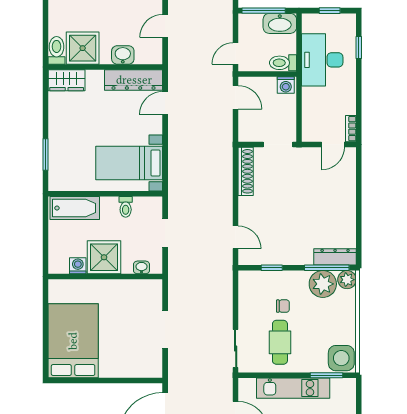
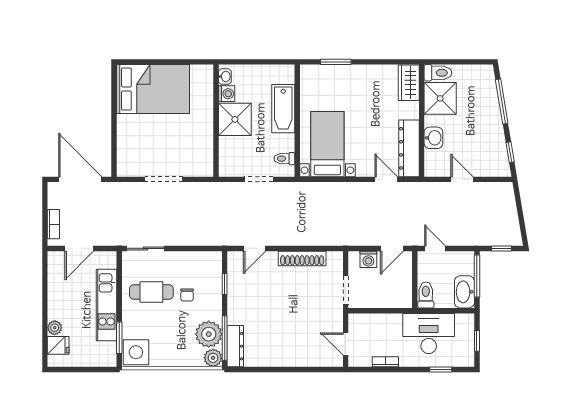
washing machine: (286, 85) -> (368, 259), moved, turned -90
bookcase: (351, 129) -> (385, 362), moved
shoe rack: (246, 171) -> (302, 258), moved
toilet: (126, 207) -> (284, 159), moved
bathtub: (75, 208) -> (283, 109), moved
washbasin: (141, 267) -> (225, 76), moved

